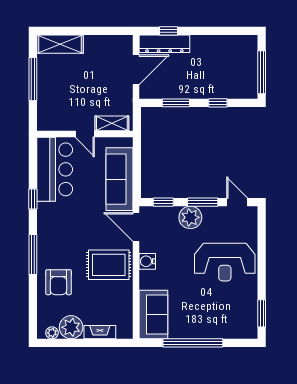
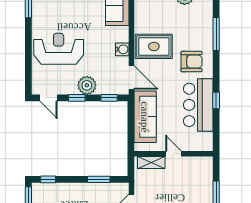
window: (218, 103) -> (48, 179), moved
bar counter: (55, 169) -> (198, 105), moved
window: (203, 202) -> (77, 98), width x0.67
window: (33, 255) -> (216, 34), moved
armchair: (58, 282) -> (191, 62), moved, turned 90

